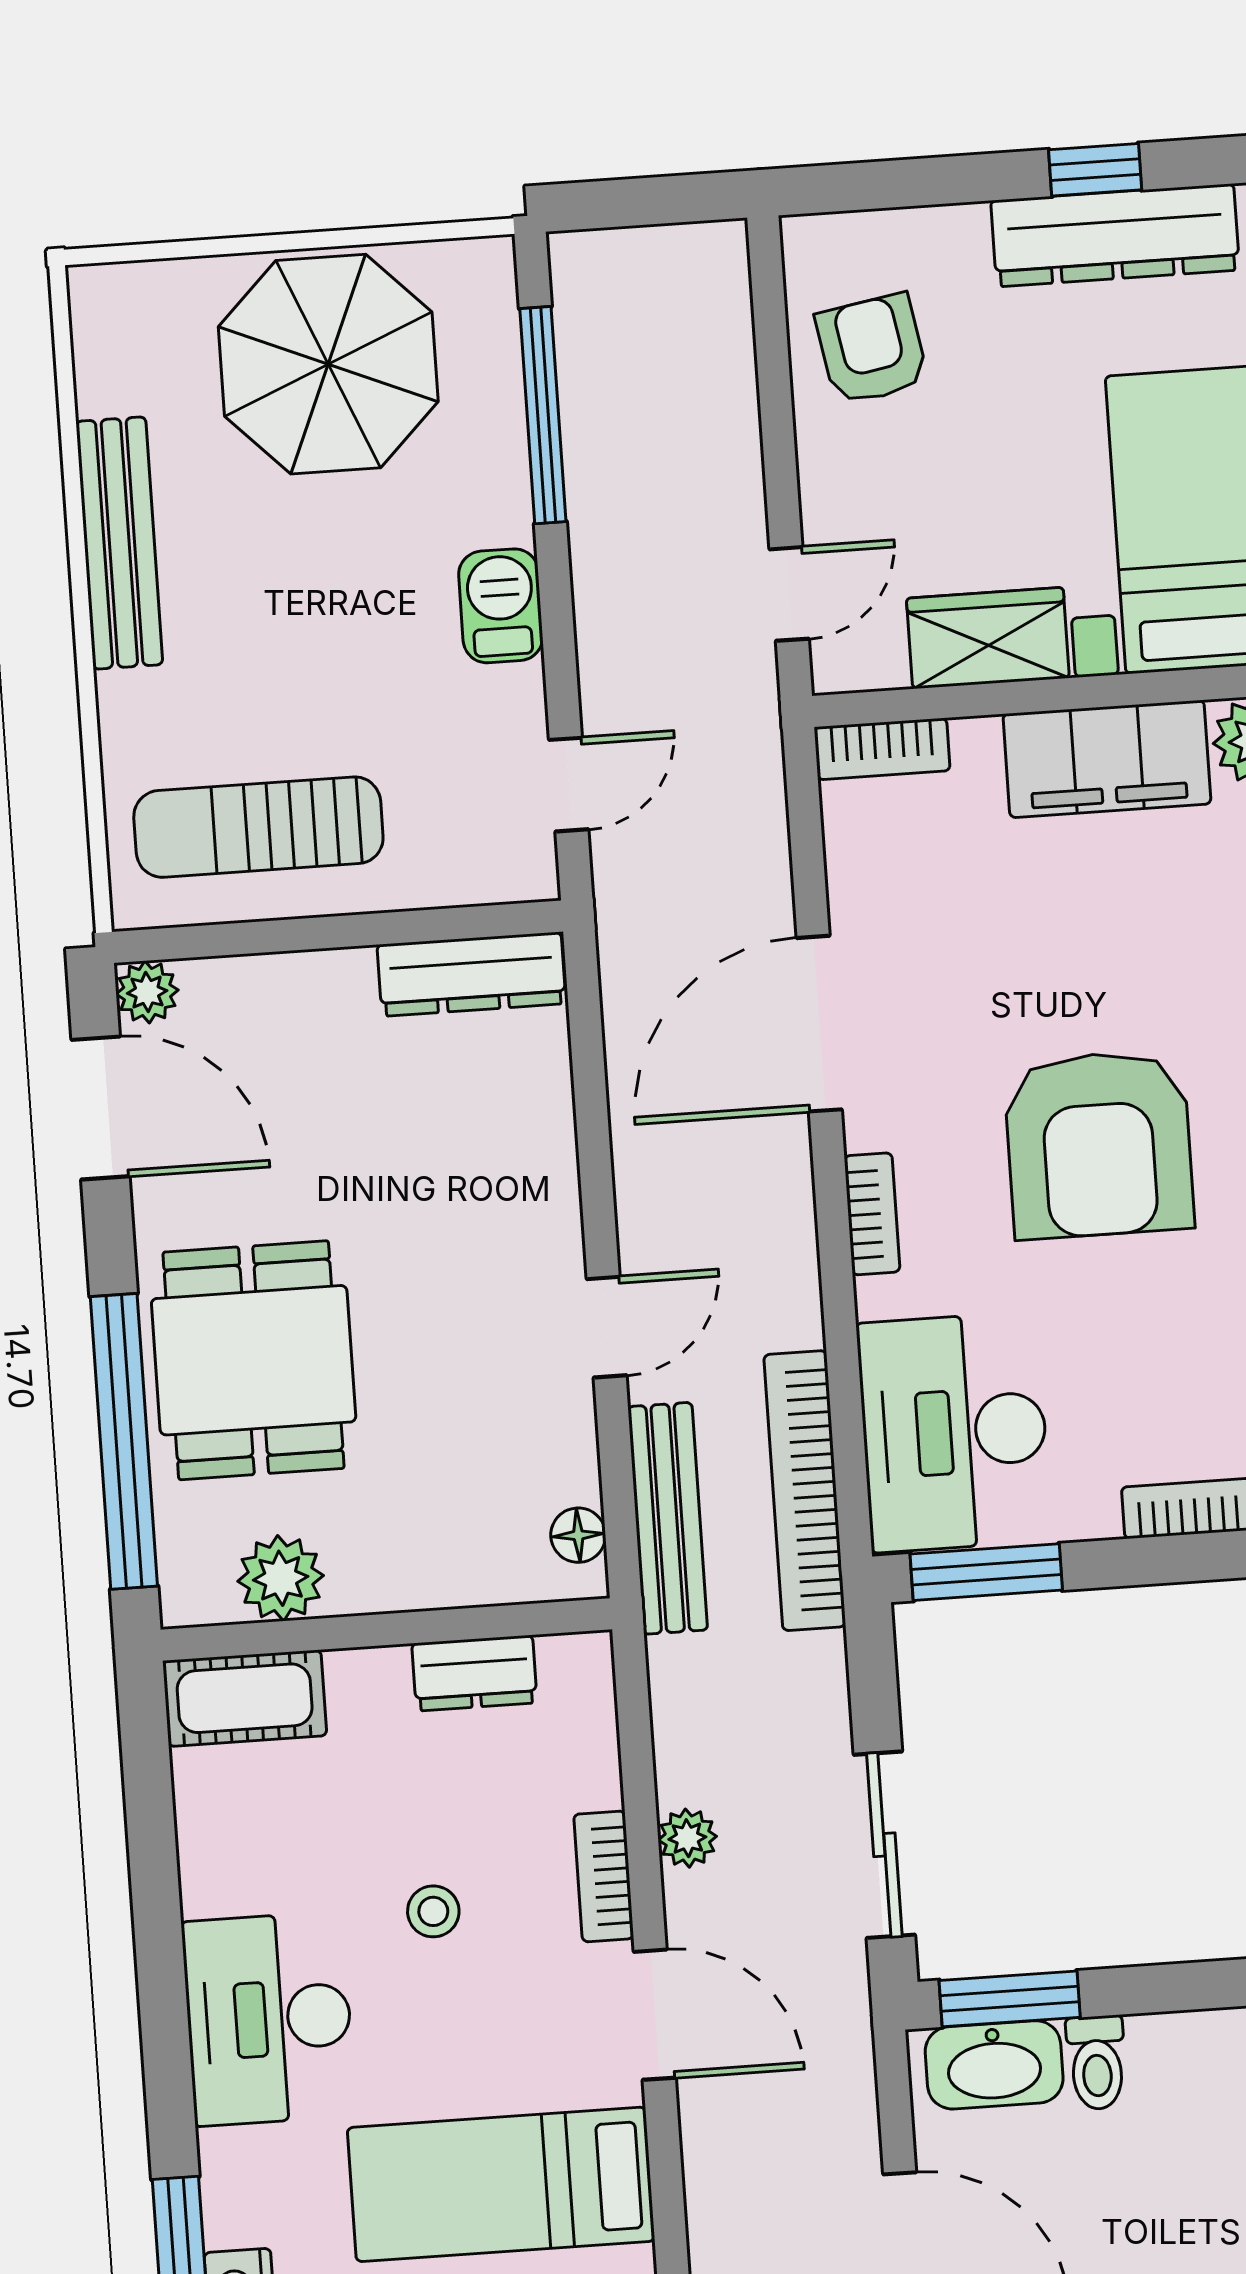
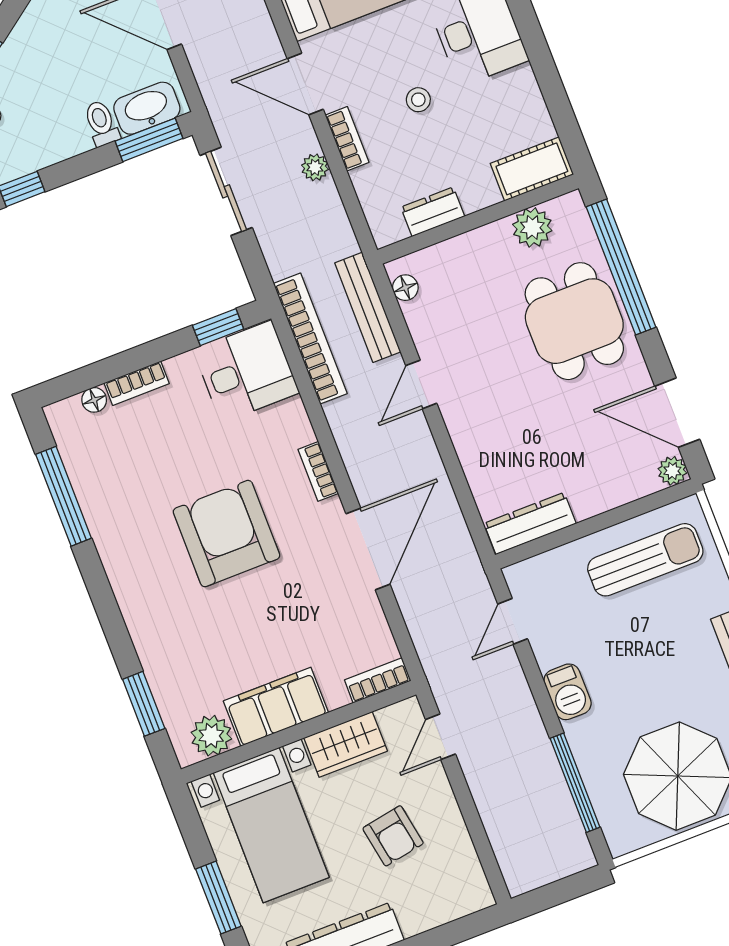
armchair: (872, 349) -> (393, 836), moved
desk: (954, 1432) -> (246, 372), width x0.73
window: (986, 1572) -> (218, 327), width x0.67

